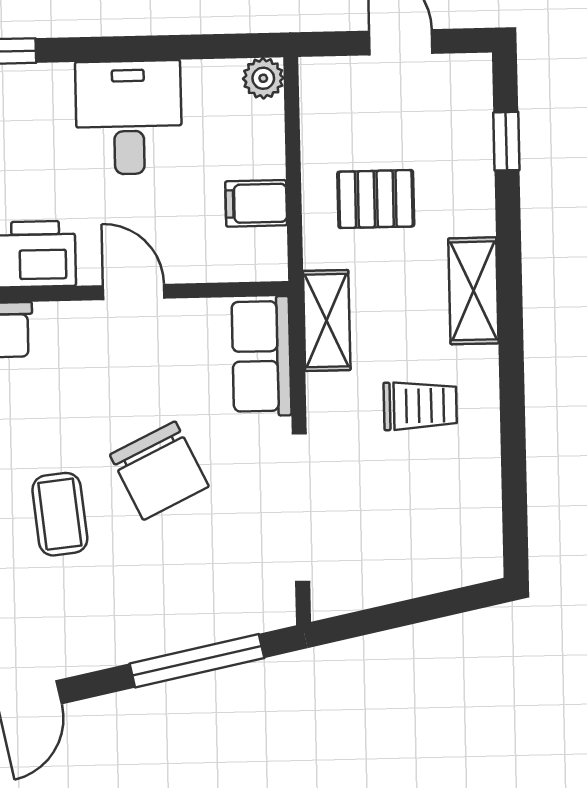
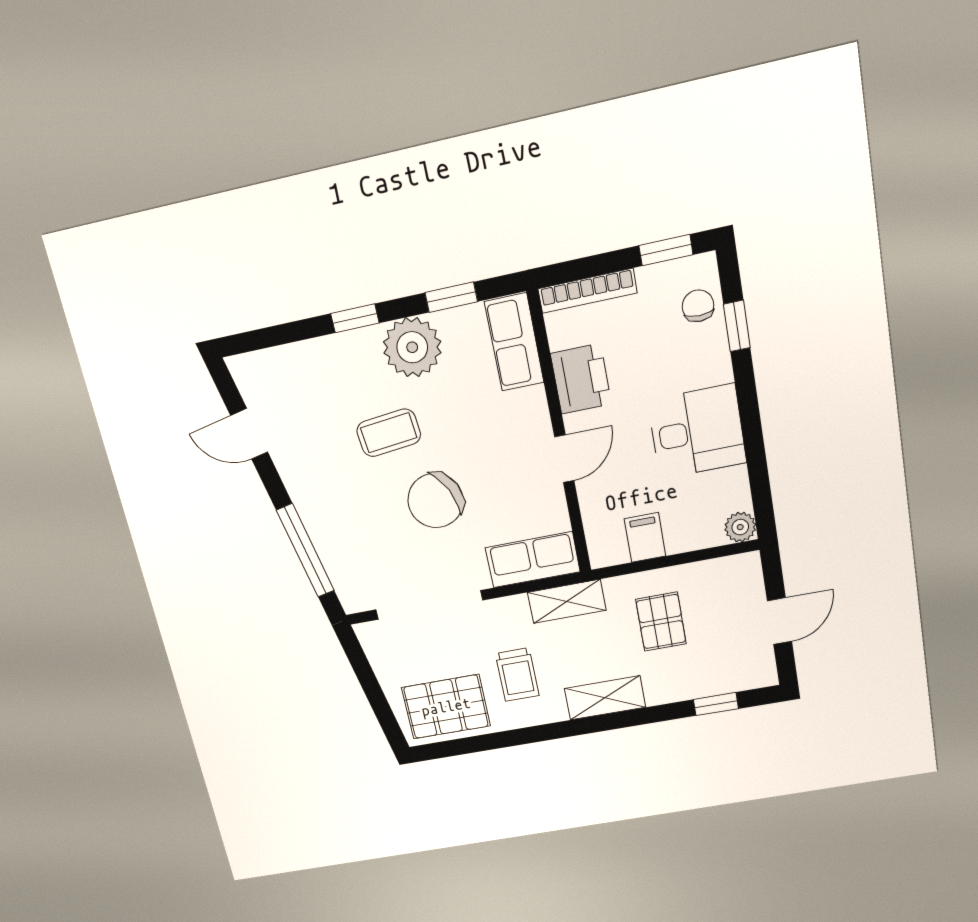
pallet: (452, 514) -> (446, 707), added

